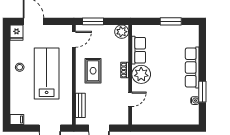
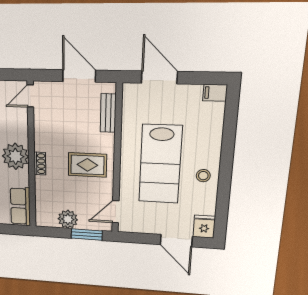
plant: (122, 32) -> (68, 219), moved
row of seats: (139, 50) -> (20, 206), moved
rug: (93, 71) -> (87, 165), turned 90
door: (130, 99) -> (30, 96), moved

